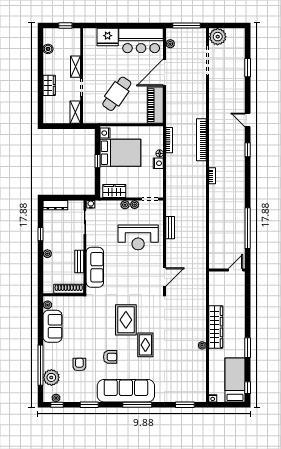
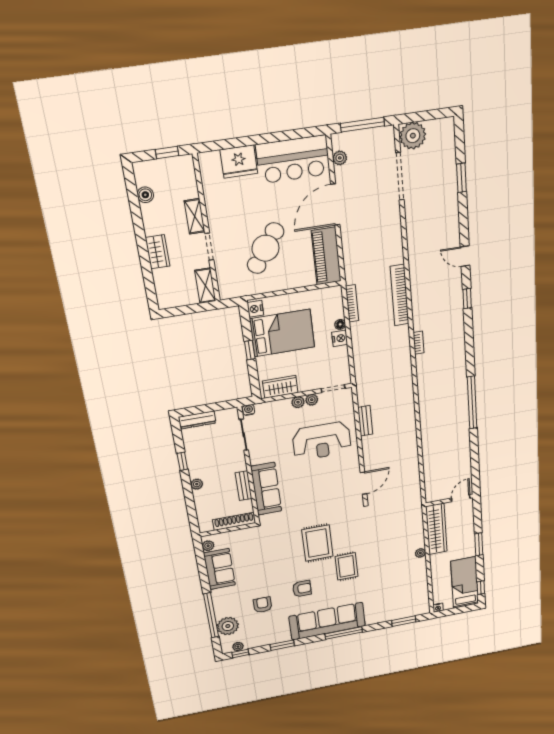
wall: (227, 270) -> (449, 500), moved
door: (236, 270) -> (461, 498), moved

